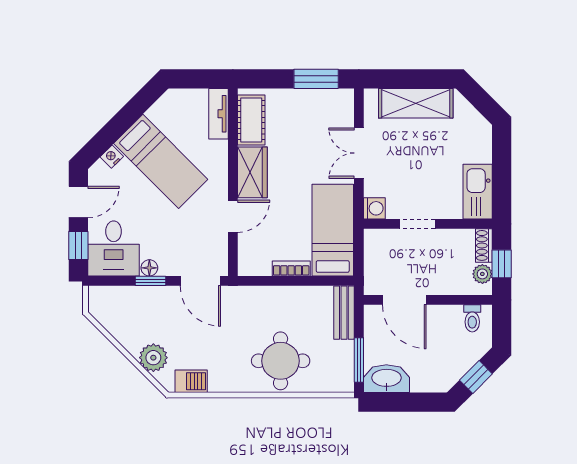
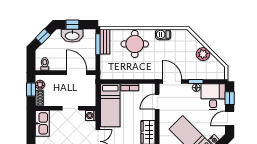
door: (233, 216) -> (157, 102), moved
bench: (344, 313) -> (105, 42), moved
plant: (153, 358) -> (203, 54), moved
washbasin: (386, 379) -> (72, 36), moved
barbecue: (191, 381) -> (163, 34), moved
window: (413, 402) -> (72, 25), added

